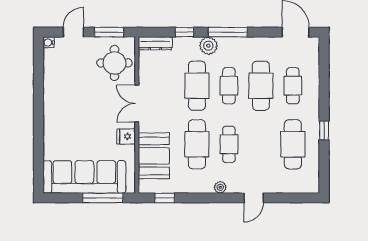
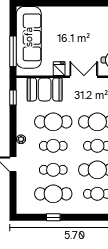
window: (324, 131) -> (53, 217), moved
cafe table: (261, 144) -> (53, 170), added

